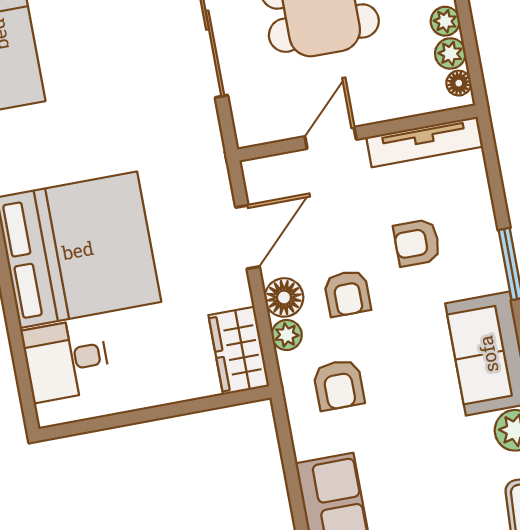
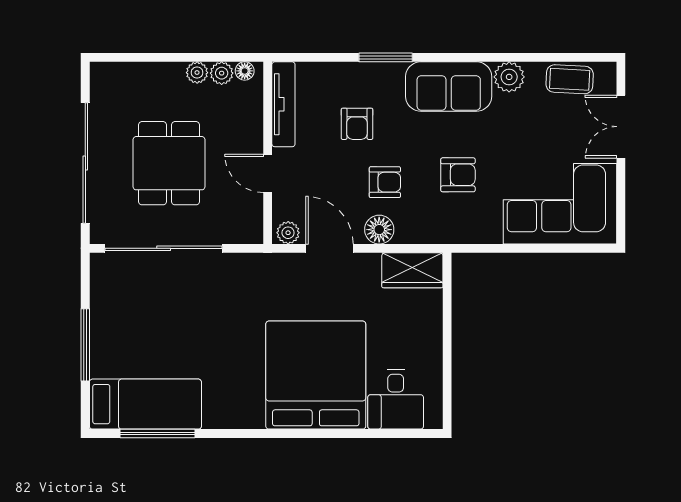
plant: (287, 335) -> (288, 233), moved
armchair: (339, 385) -> (458, 175), moved

